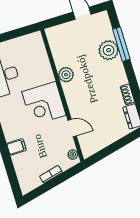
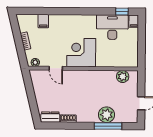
plant: (66, 75) -> (123, 77), moved
door: (72, 128) -> (56, 68), hinge flipped
filing cabinet: (16, 147) -> (43, 21), moved

